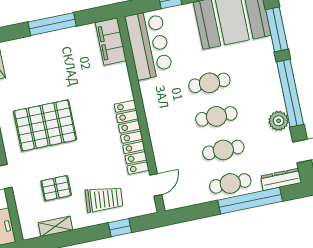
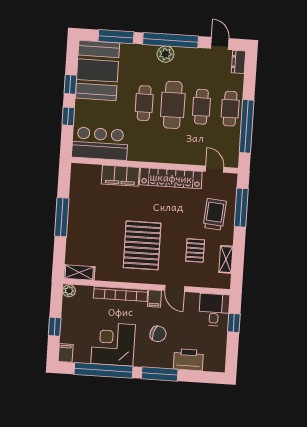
filing cabinet: (111, 42) -> (120, 176), moved
cafe table: (216, 116) -> (173, 105), width x1.37, depth x1.35
plant: (279, 121) -> (165, 54), moved
dresser: (281, 179) -> (238, 62), width x0.70
window: (250, 201) -> (247, 126), moved
window: (120, 228) -> (241, 208), width x2.17

